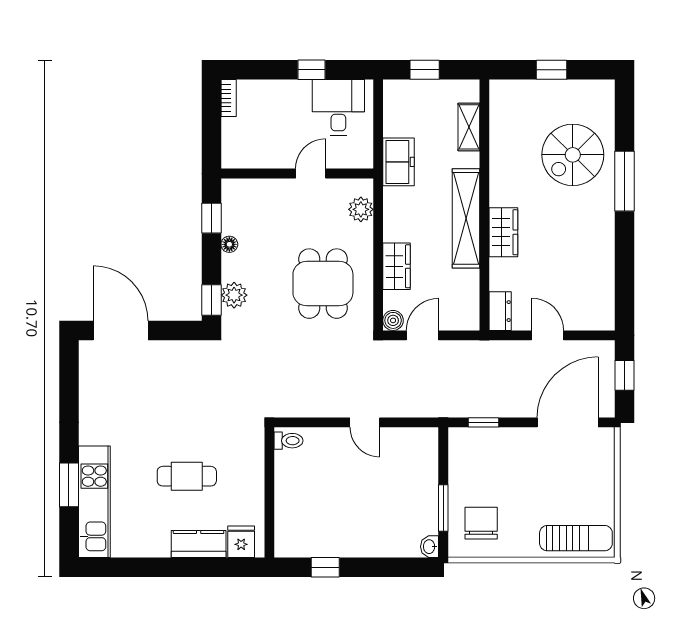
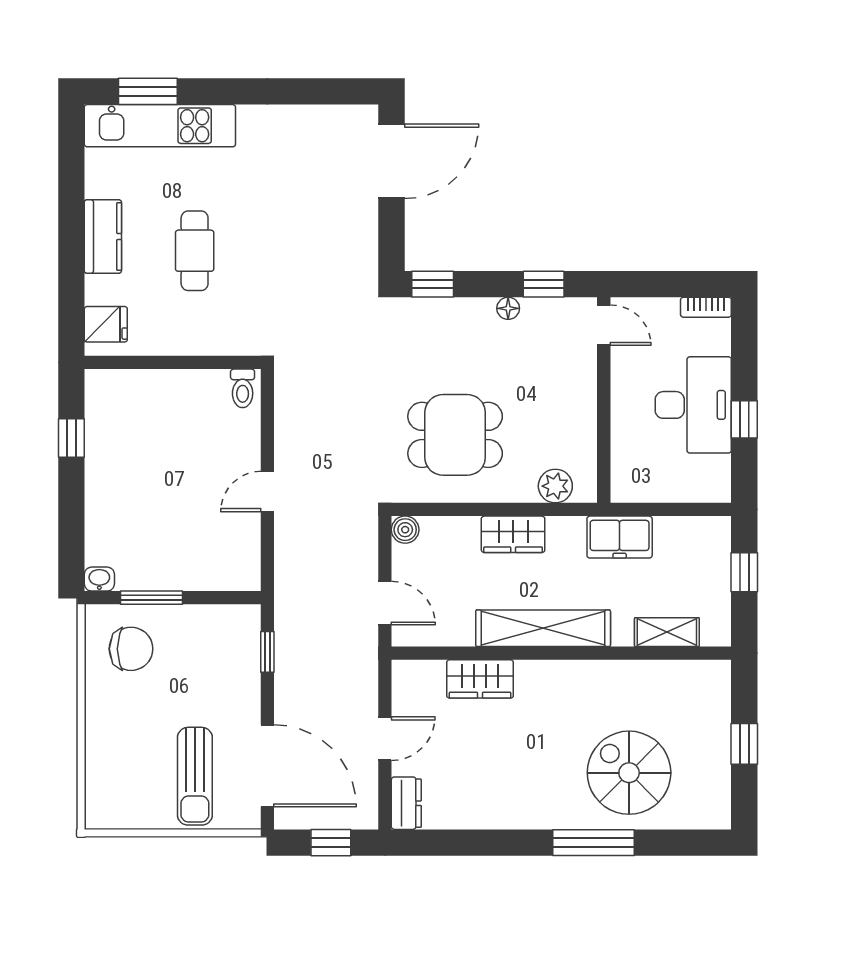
desk: (338, 107) -> (693, 405), moved, width x1.37
door: (311, 174) -> (604, 325), moved
wardrobe: (503, 232) -> (480, 679), moved
wardrobe: (396, 266) -> (513, 534), moved
plant: (234, 295) -> (439, 315), removed
dresser: (500, 311) -> (406, 803), moved, turned -90
door: (423, 335) -> (385, 603), moved
window: (69, 485) -> (148, 91), moved
sun lounger: (576, 538) -> (195, 776), moved
kitchen counter: (199, 544) -> (103, 237), moved

